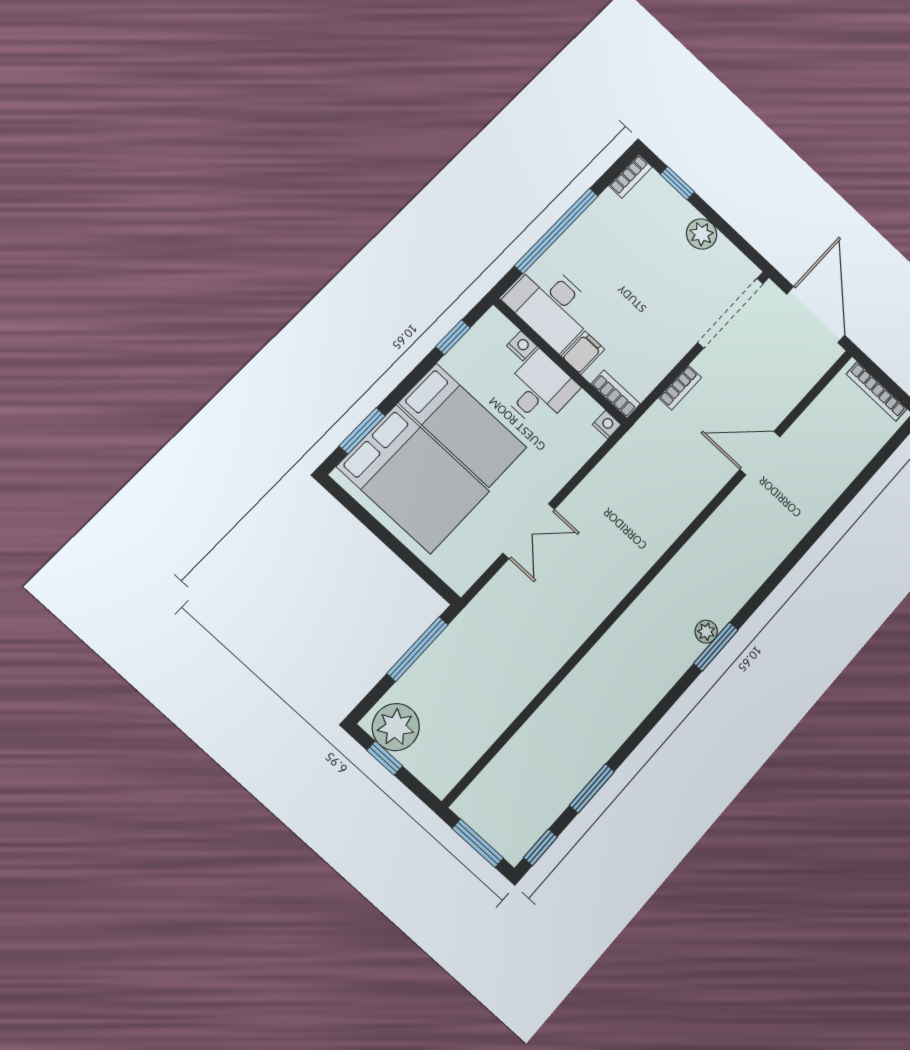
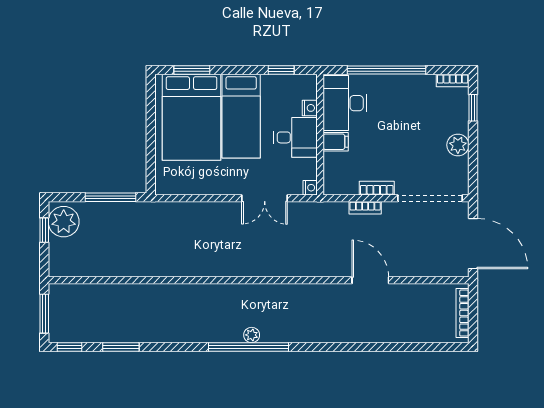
door: (816, 315) -> (473, 244), hinge flipped
bookcase: (616, 394) -> (377, 188), moved, turned -90
double door: (529, 531) -> (265, 198), moved
window: (716, 647) -> (249, 347), width x2.11

